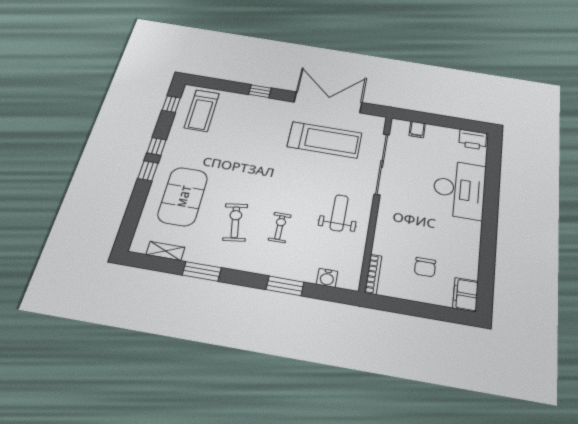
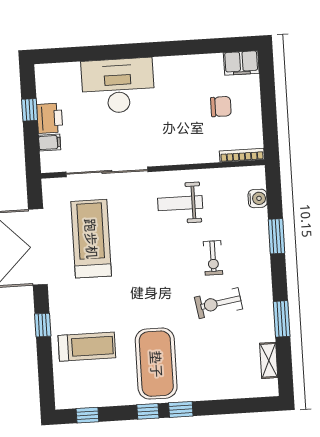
treadmill: (202, 111) -> (87, 347), moved
window: (449, 122) -> (30, 110), added
printer: (473, 140) -> (50, 118), moved
exercise mat: (183, 196) -> (156, 364), moved, turned 90
exercise bike: (280, 227) -> (213, 258), turned -90

